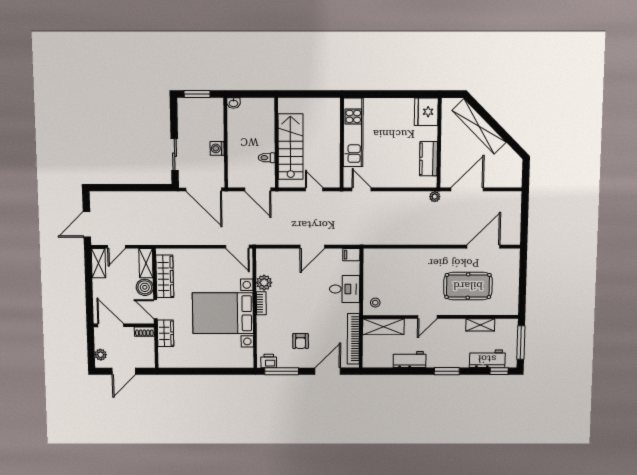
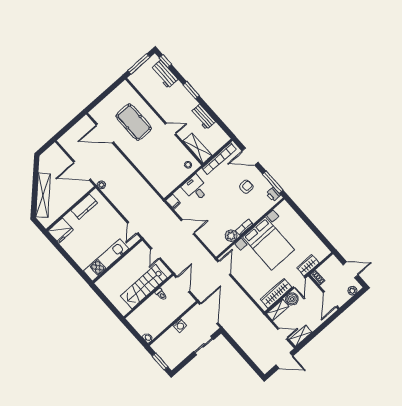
shelving: (480, 325) -> (149, 96), removed

